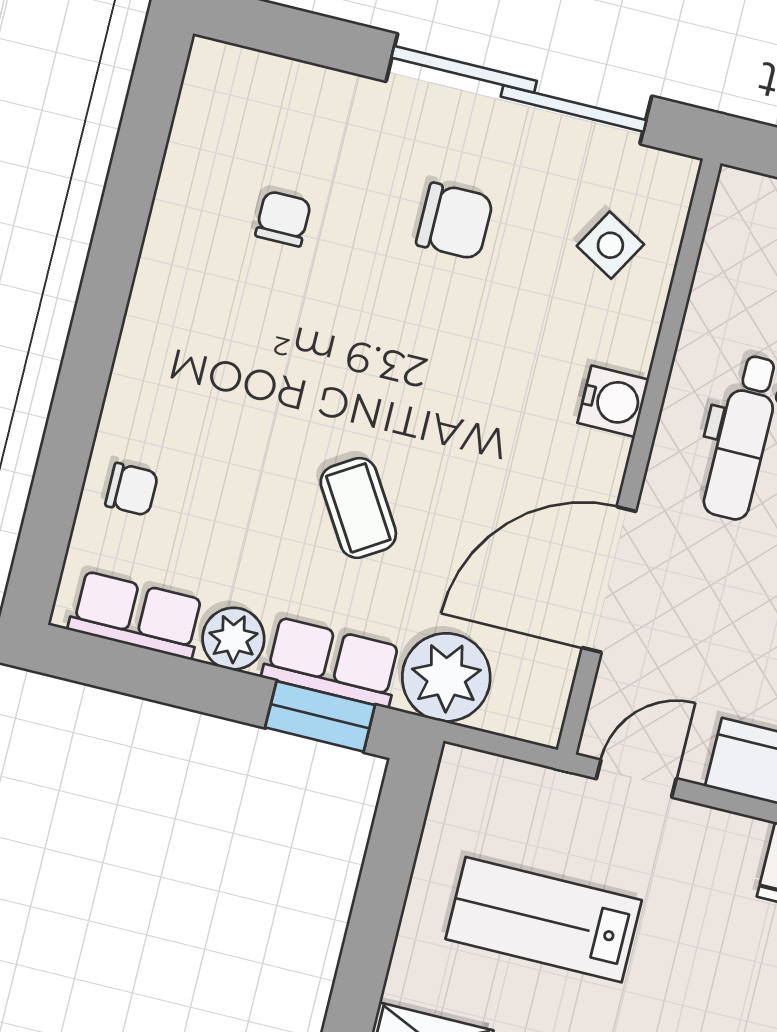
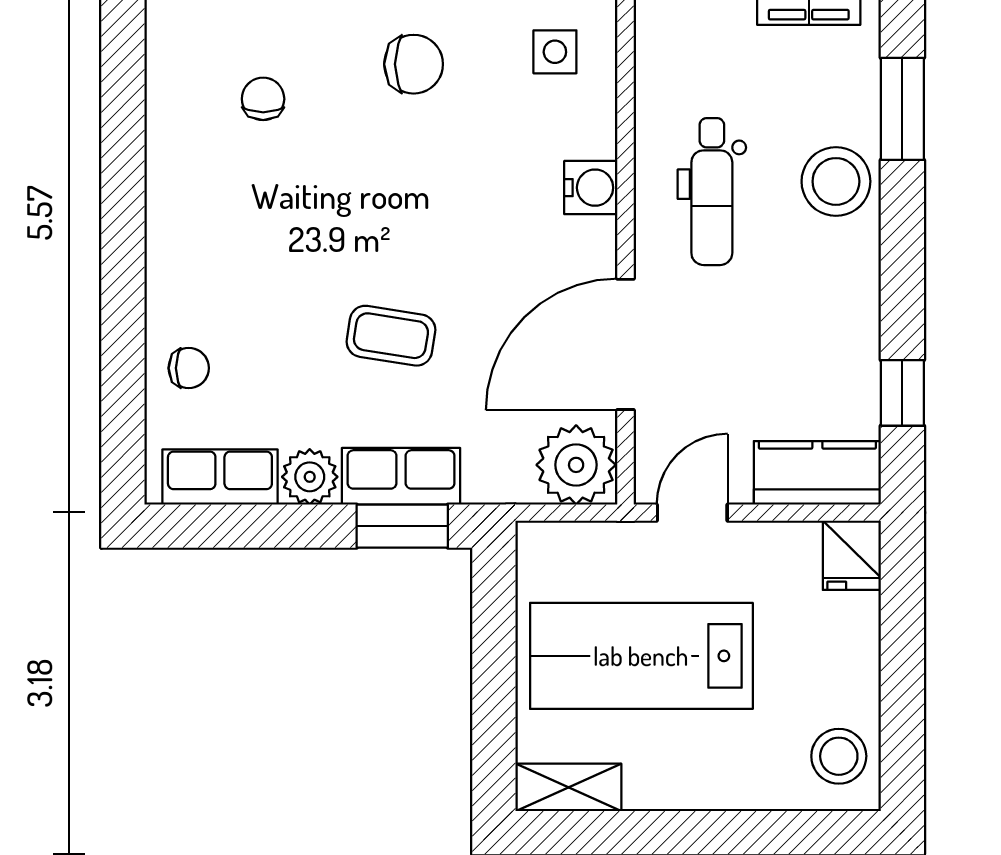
side table: (610, 245) -> (555, 52), turned -30
coffee table: (358, 508) -> (391, 336), turned -49
plant: (446, 677) -> (576, 465), moved
lab bench: (544, 920) -> (641, 656), width x1.36, depth x1.39

